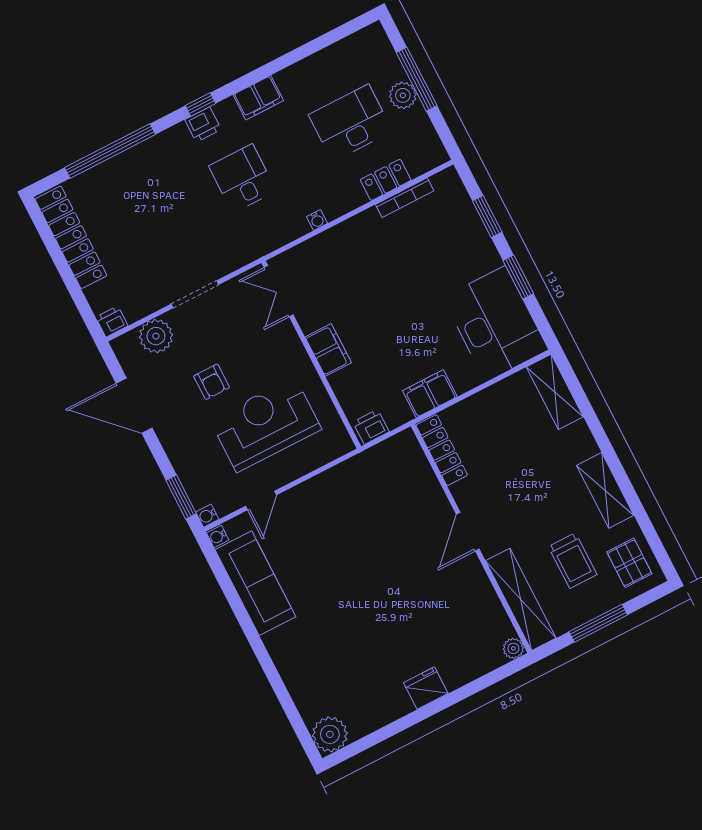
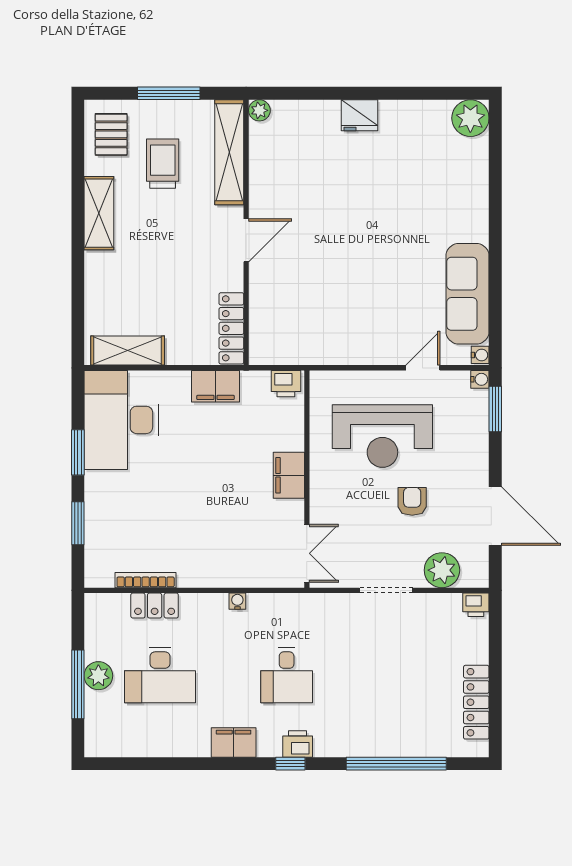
locker: (71, 237) -> (476, 702), width x0.71, depth x0.83
shelving: (555, 392) -> (128, 351), moved, turned 90

